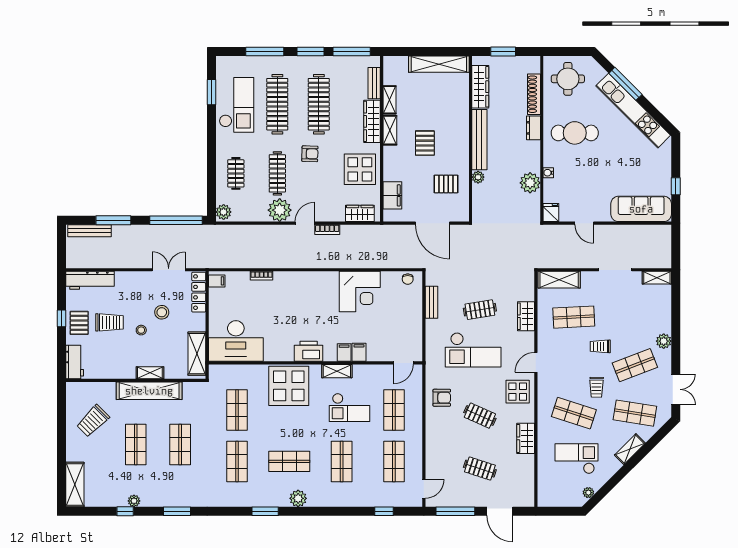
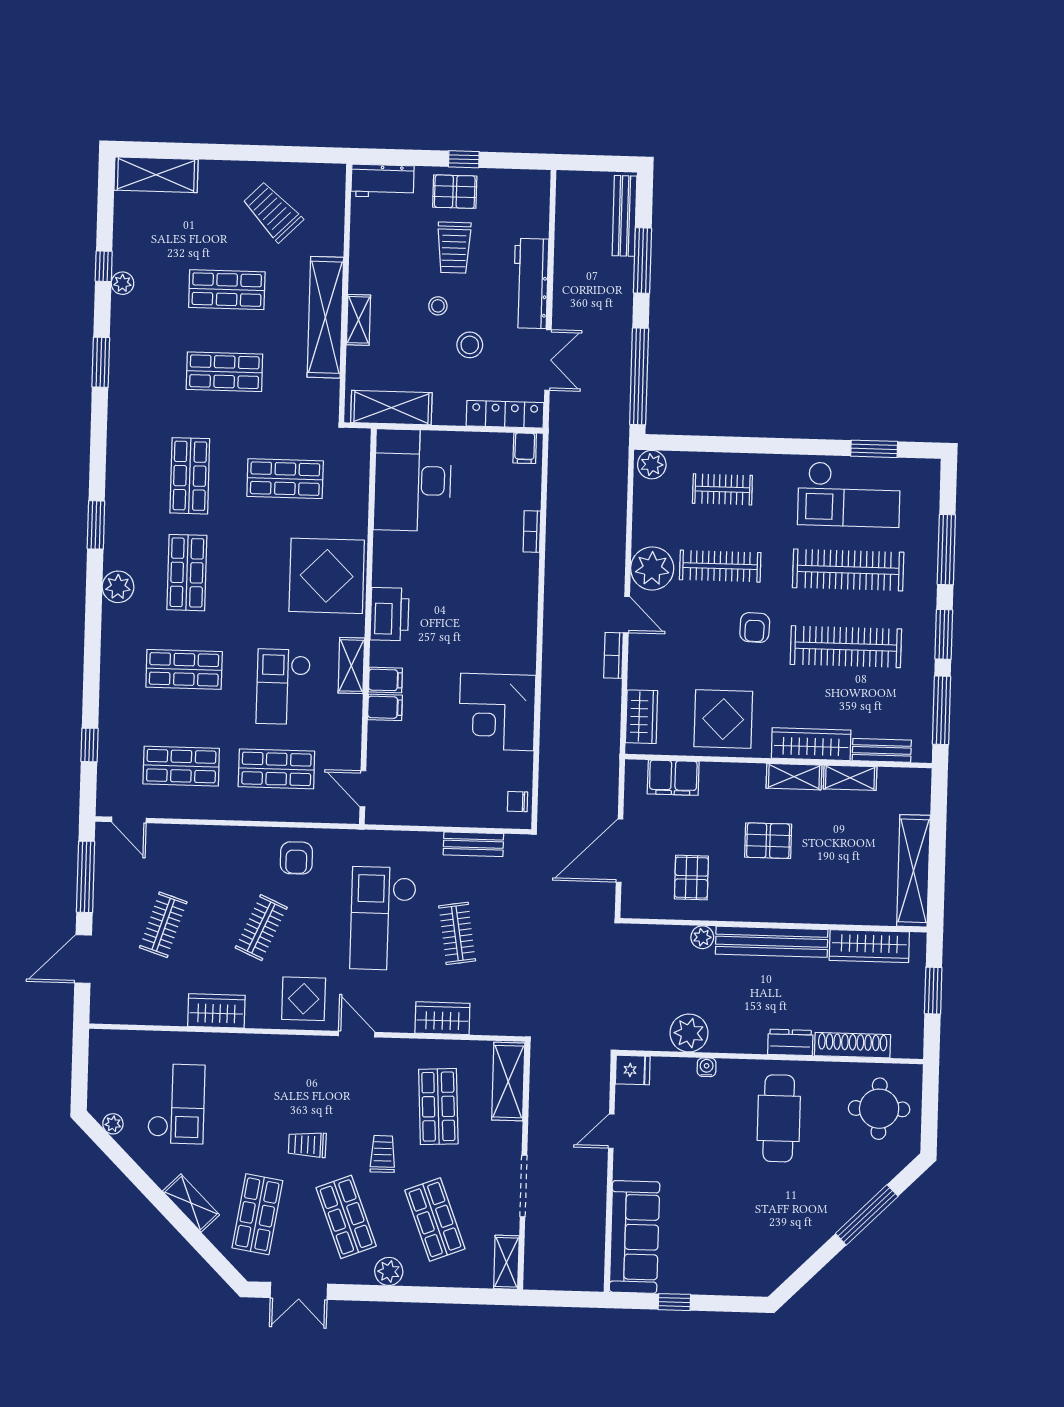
kitchen unit: (633, 111) -> (817, 1228), removed
workbench: (90, 280) -> (531, 283), moved
shop shelf: (574, 413) -> (435, 1220), moved, turned -39
shop shelf: (237, 461) -> (190, 476), turned 90

